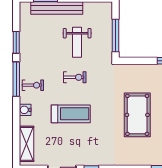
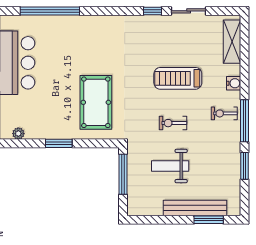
weight bench: (77, 42) -> (170, 166), turned -90
pool table: (137, 115) -> (96, 102), moved

